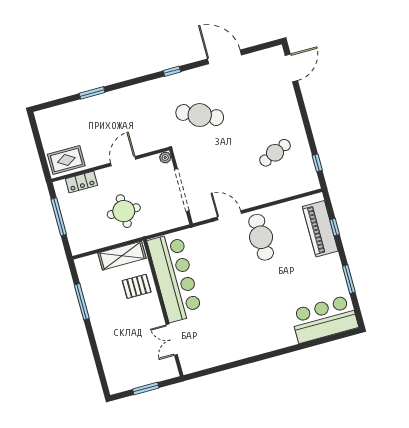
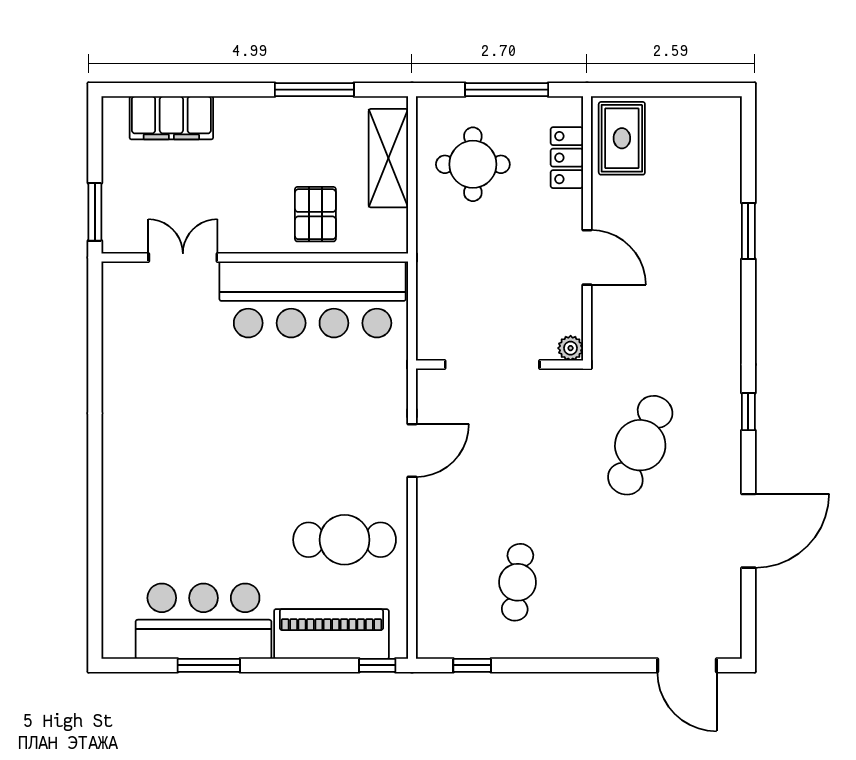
cafe table: (275, 153) -> (518, 582), turned 30
round table: (124, 211) -> (473, 164), moved
window: (335, 227) -> (377, 665), moved
cafe table: (261, 237) -> (345, 540), moved
shelving: (122, 256) -> (388, 158), moved
bar counter: (324, 319) -> (203, 621), moved, turned -90
filing cabinet: (111, 361) -> (171, 118), added
window: (146, 388) -> (95, 212), moved

